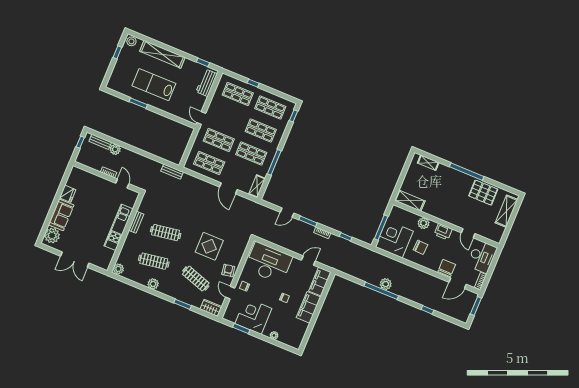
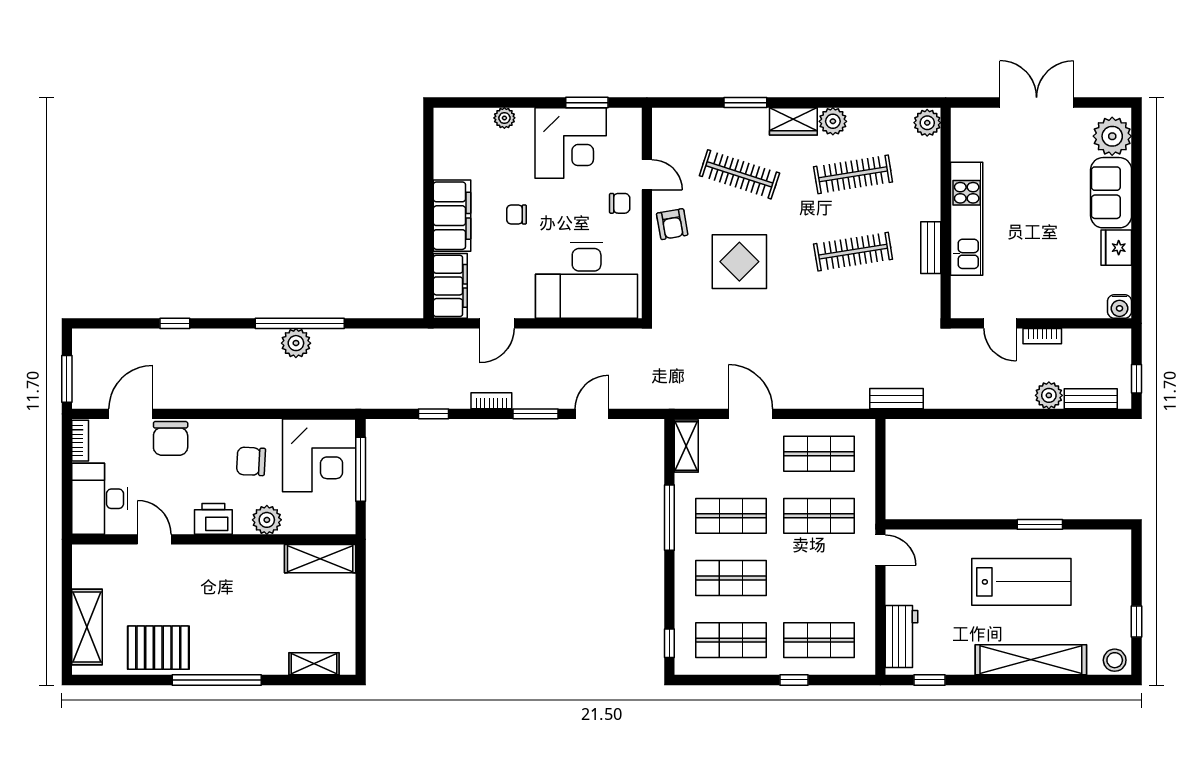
water cooler: (75, 171) -> (1119, 306), added
wardrobe: (211, 308) -> (793, 121), moved

